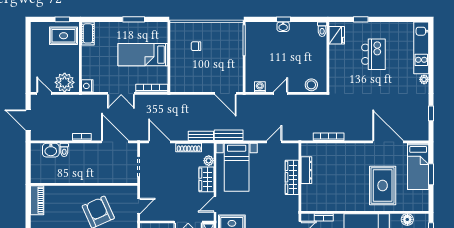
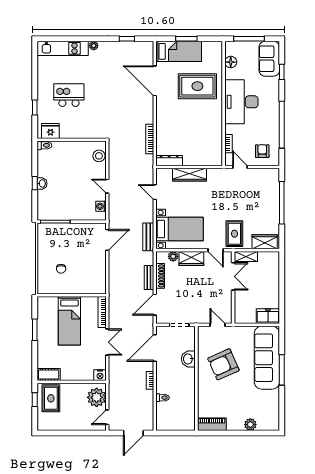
bench: (201, 136) -> (149, 278), moved
door: (388, 142) -> (155, 81), hinge flipped
washbasin: (51, 150) -> (188, 359), moved, turned 180
dresser: (306, 170) -> (169, 161), moved

